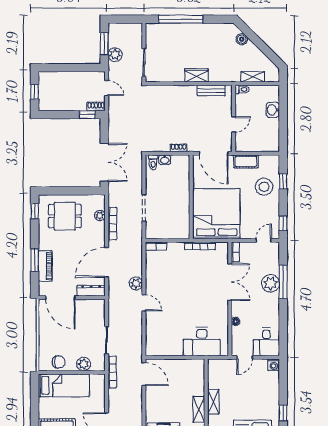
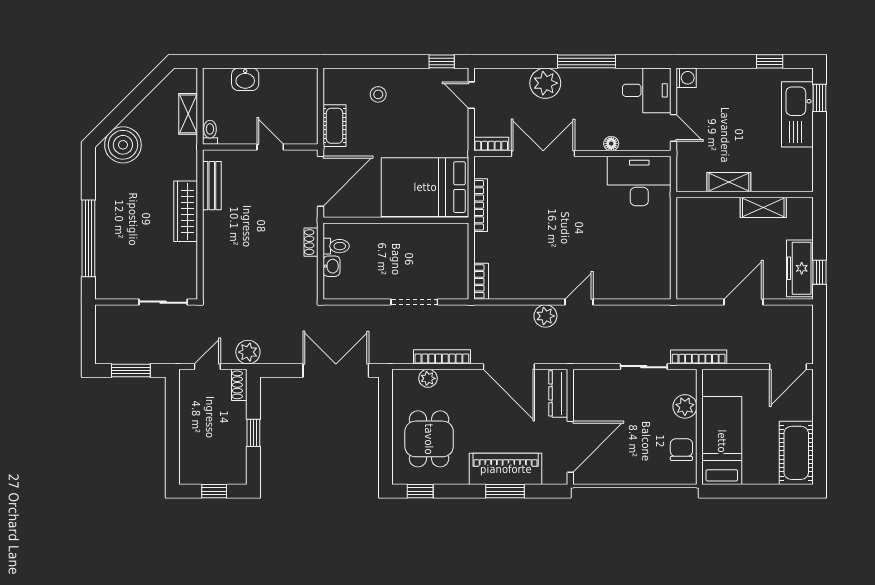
boiler: (242, 39) -> (123, 145), width x1.86, depth x1.86
plant: (115, 55) -> (248, 352), moved
wardrobe: (196, 75) -> (186, 211), width x1.50
window: (87, 115) -> (253, 433), moved
toilet: (153, 162) -> (336, 246), moved
window: (283, 181) -> (369, 61), removed
stool: (264, 187) -> (378, 94), width x0.53, depth x0.53
bed: (217, 214) -> (425, 187), width x0.73
piano: (45, 266) -> (506, 469), width x1.37, depth x1.33
window: (283, 282) -> (587, 61), moved
desk: (202, 342) -> (639, 181), moved, turned -90
door: (144, 374) -> (744, 302), moved
shelving: (213, 402) -> (729, 182), moved

